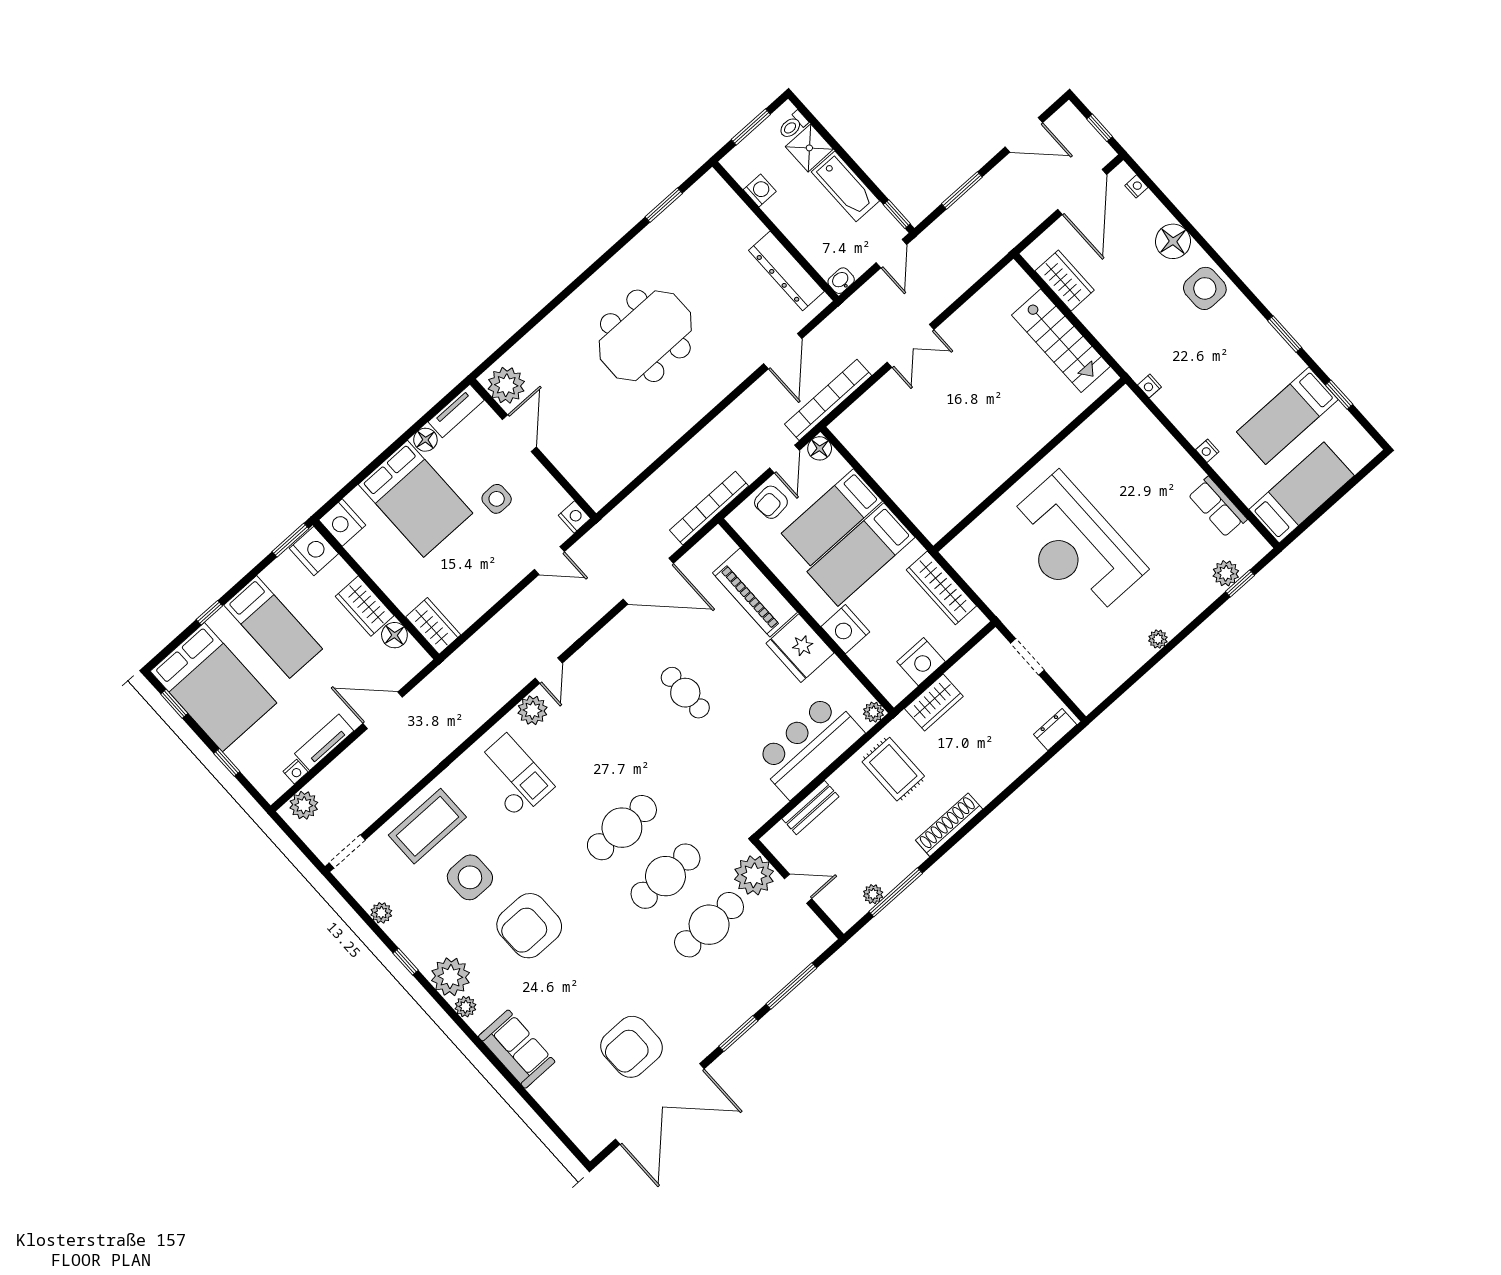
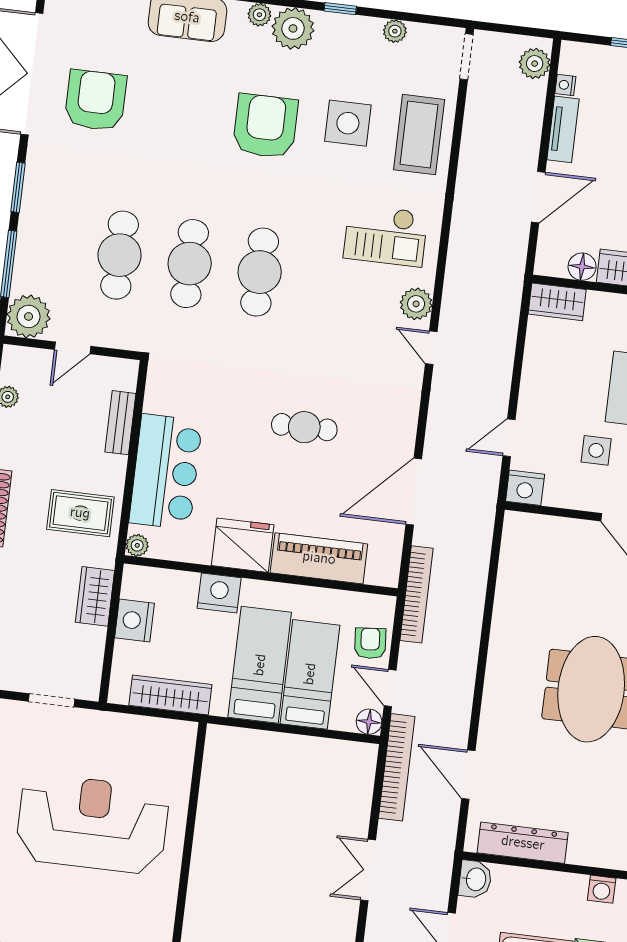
washbasin: (841, 281) -> (475, 879), width x1.38, depth x1.45
nightstand: (574, 517) -> (525, 488), width x1.36, depth x1.33
plant: (754, 875) -> (29, 316), moved

